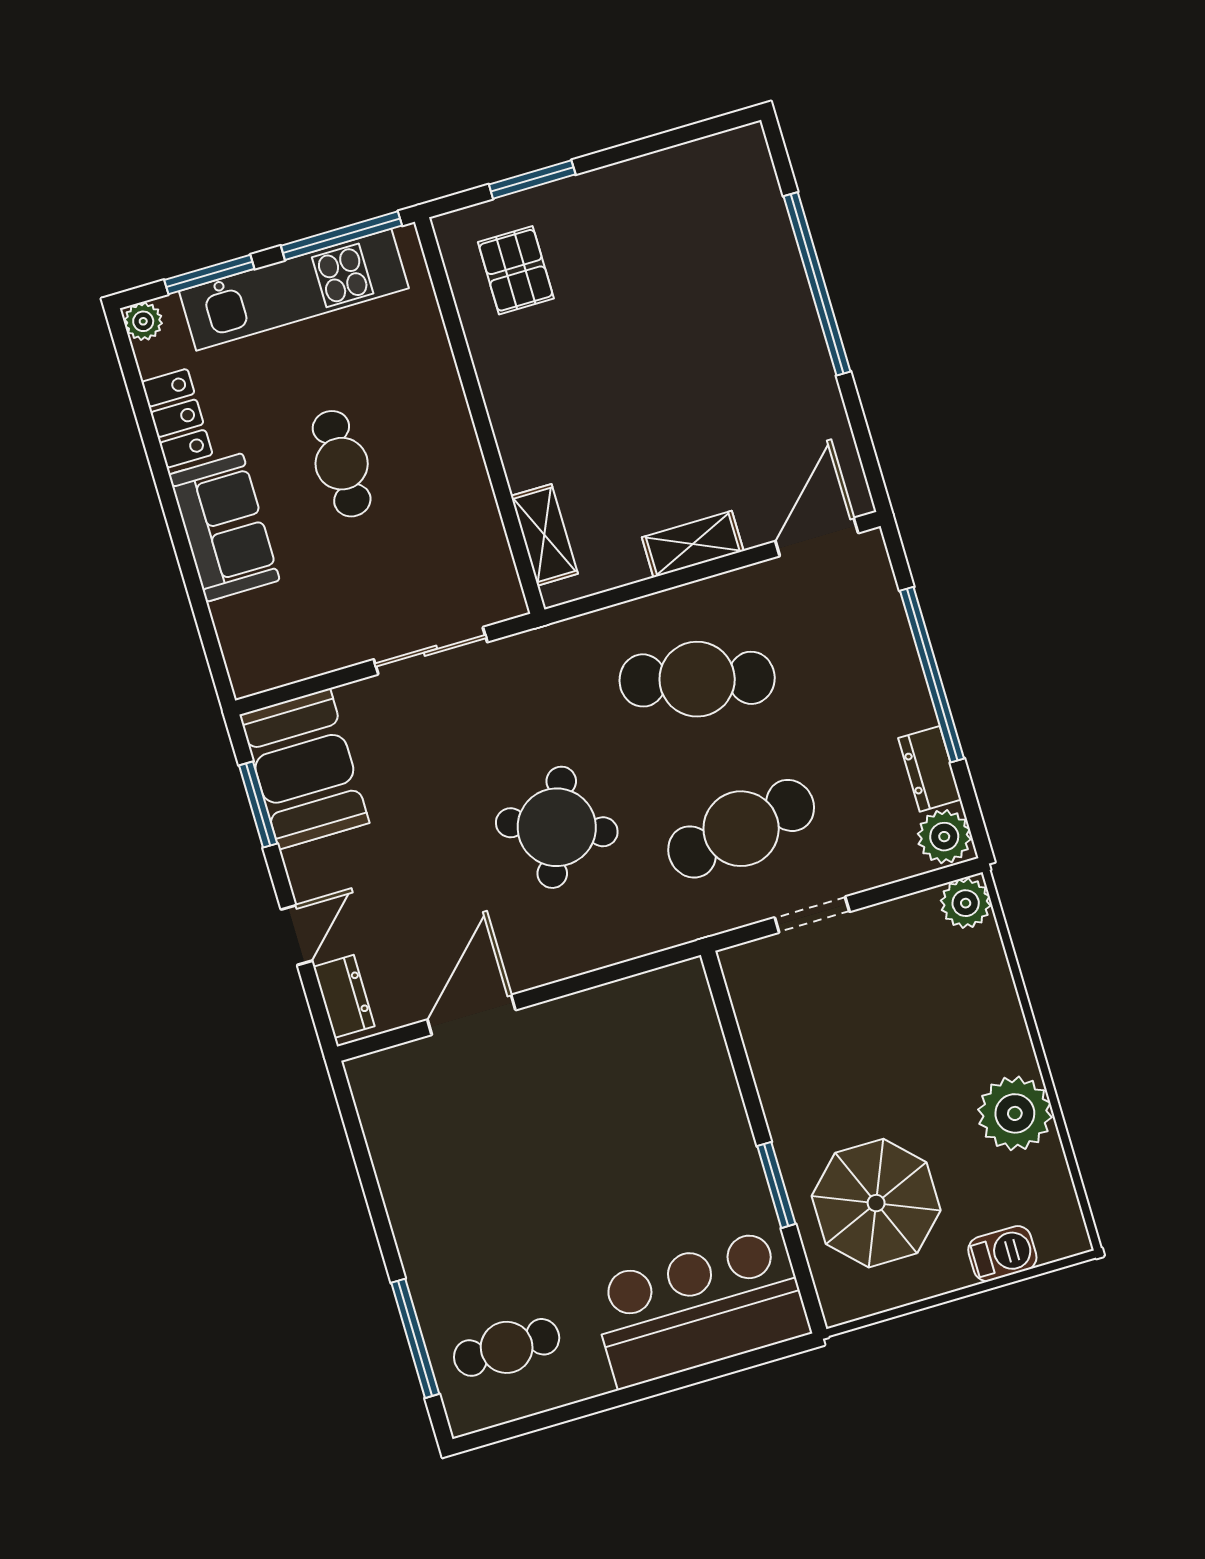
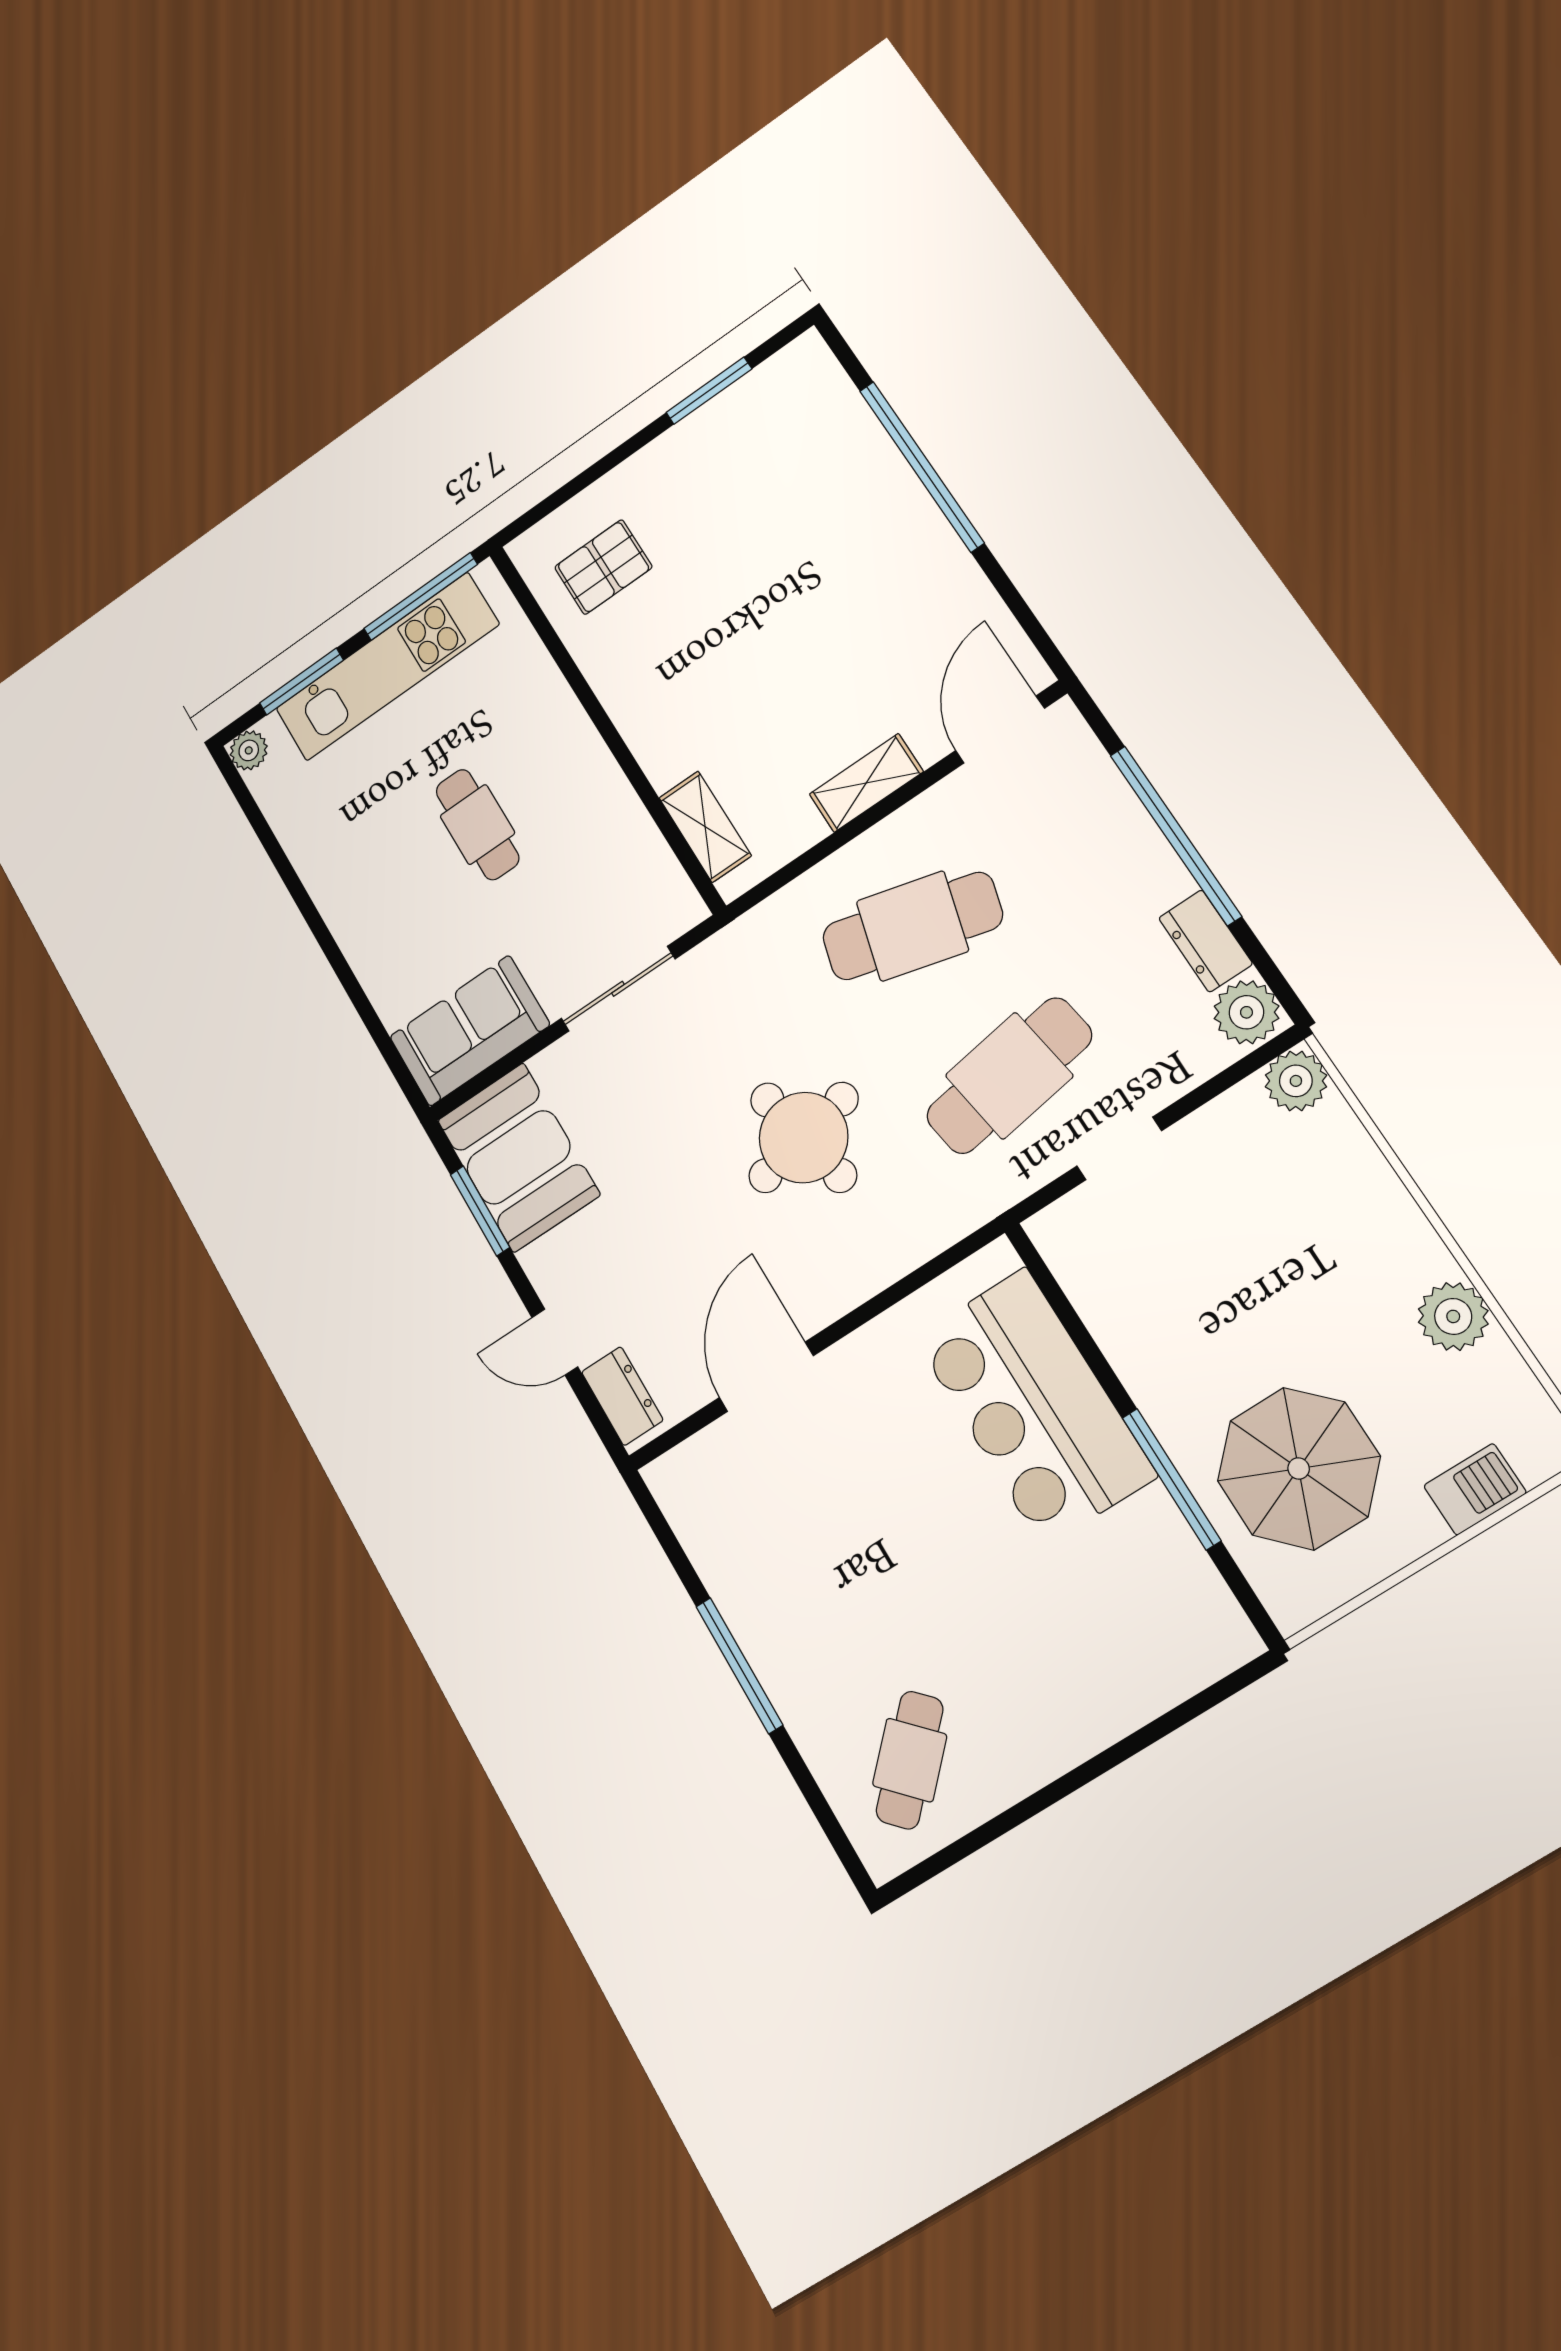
window: (532, 179) -> (709, 391), moved
pallet: (516, 270) -> (603, 567), turned 90
locker: (177, 418) -> (304, 835), removed
sofa: (224, 527) -> (470, 1031), moved, turned -90
round table: (557, 827) -> (804, 1138), turned -34
door: (296, 935) -> (555, 1342), swing flipped
plant: (1015, 1113) -> (1453, 1316), width x0.73, depth x0.73
window: (776, 1185) -> (1171, 1479), width x1.44
bar counter: (699, 1308) -> (1034, 1406), moved, turned -90
window: (415, 1338) -> (739, 1665), moved
cafe table: (507, 1347) -> (910, 1760), turned -45

